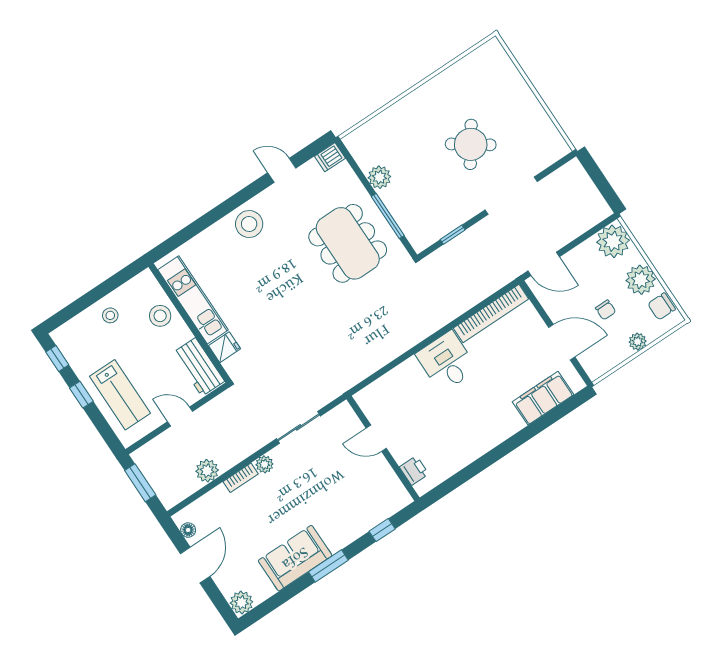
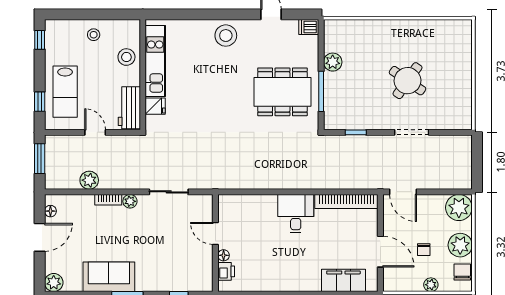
doorway: (511, 196) -> (412, 132), width x0.73
dining table: (348, 243) -> (282, 92), turned 90
chair: (661, 306) -> (462, 272), turned 90
window: (81, 395) -> (40, 102), moved
floor lamp: (400, 456) -> (224, 255), added

